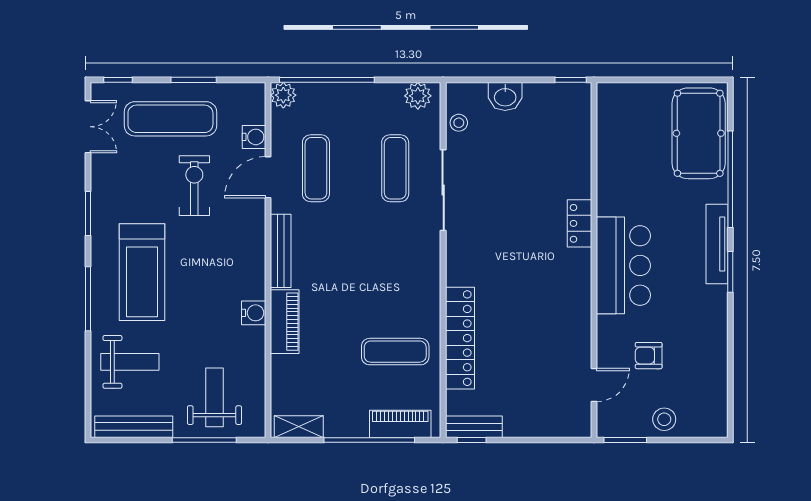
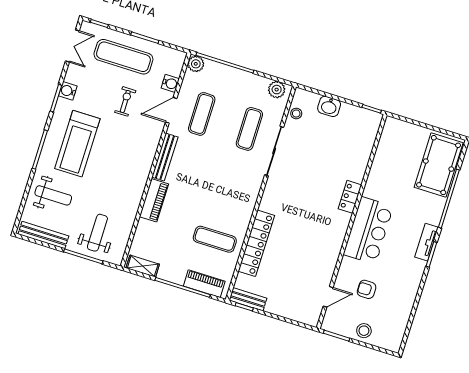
exercise bike: (194, 186) -> (125, 101), width x0.73, depth x0.72
tv unit: (717, 244) -> (426, 242), width x0.71
water cooler: (254, 313) -> (68, 91), moved, turned 180

